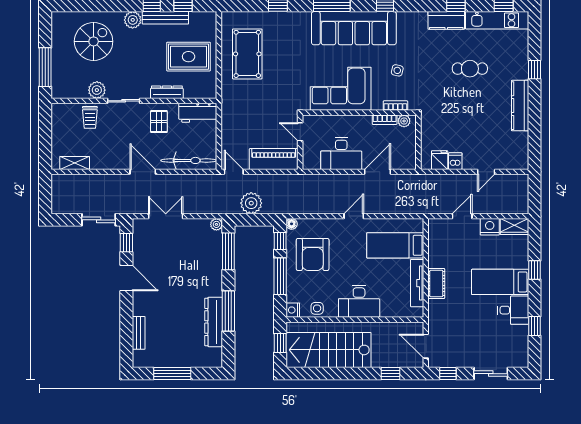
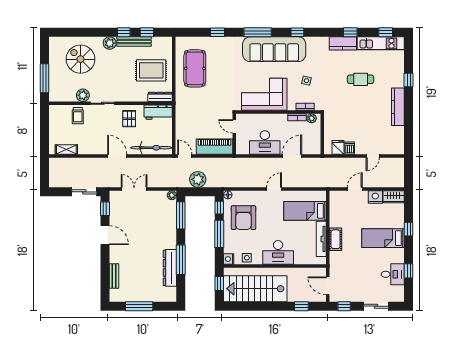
spiral stairs: (94, 41) -> (80, 59), turned -90
dresser: (167, 92) -> (160, 97), moved
desk: (513, 310) -> (393, 274), moved

